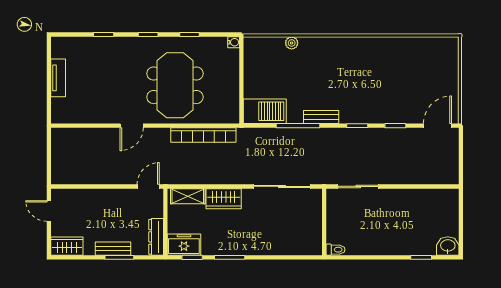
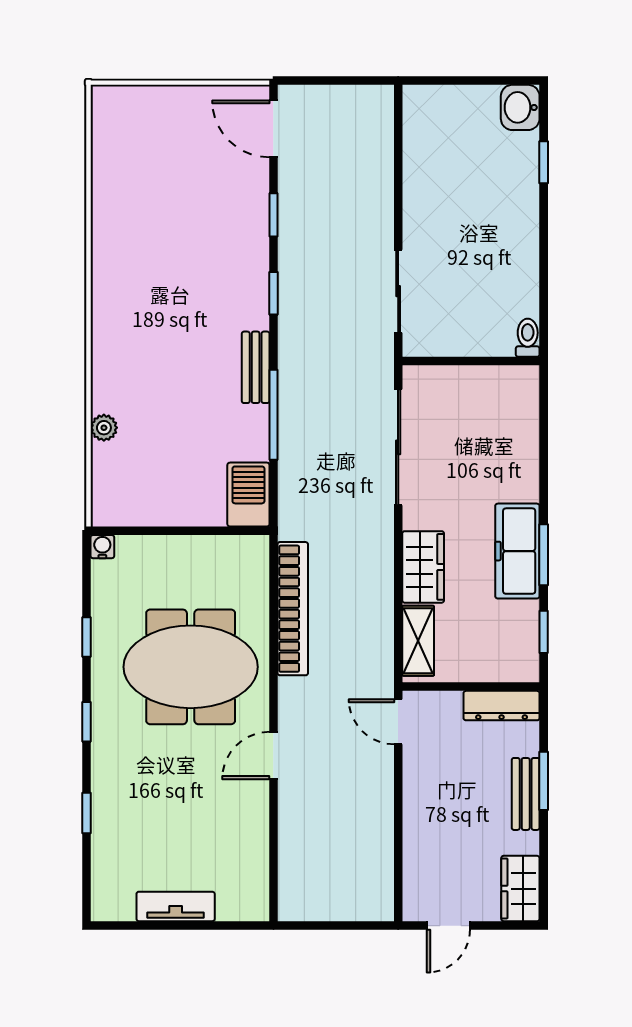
barbecue: (265, 111) -> (248, 495), width x0.73, depth x0.83
door: (132, 126) -> (273, 756), swing flipped
freezer: (184, 245) -> (517, 551), moved, width x1.40

